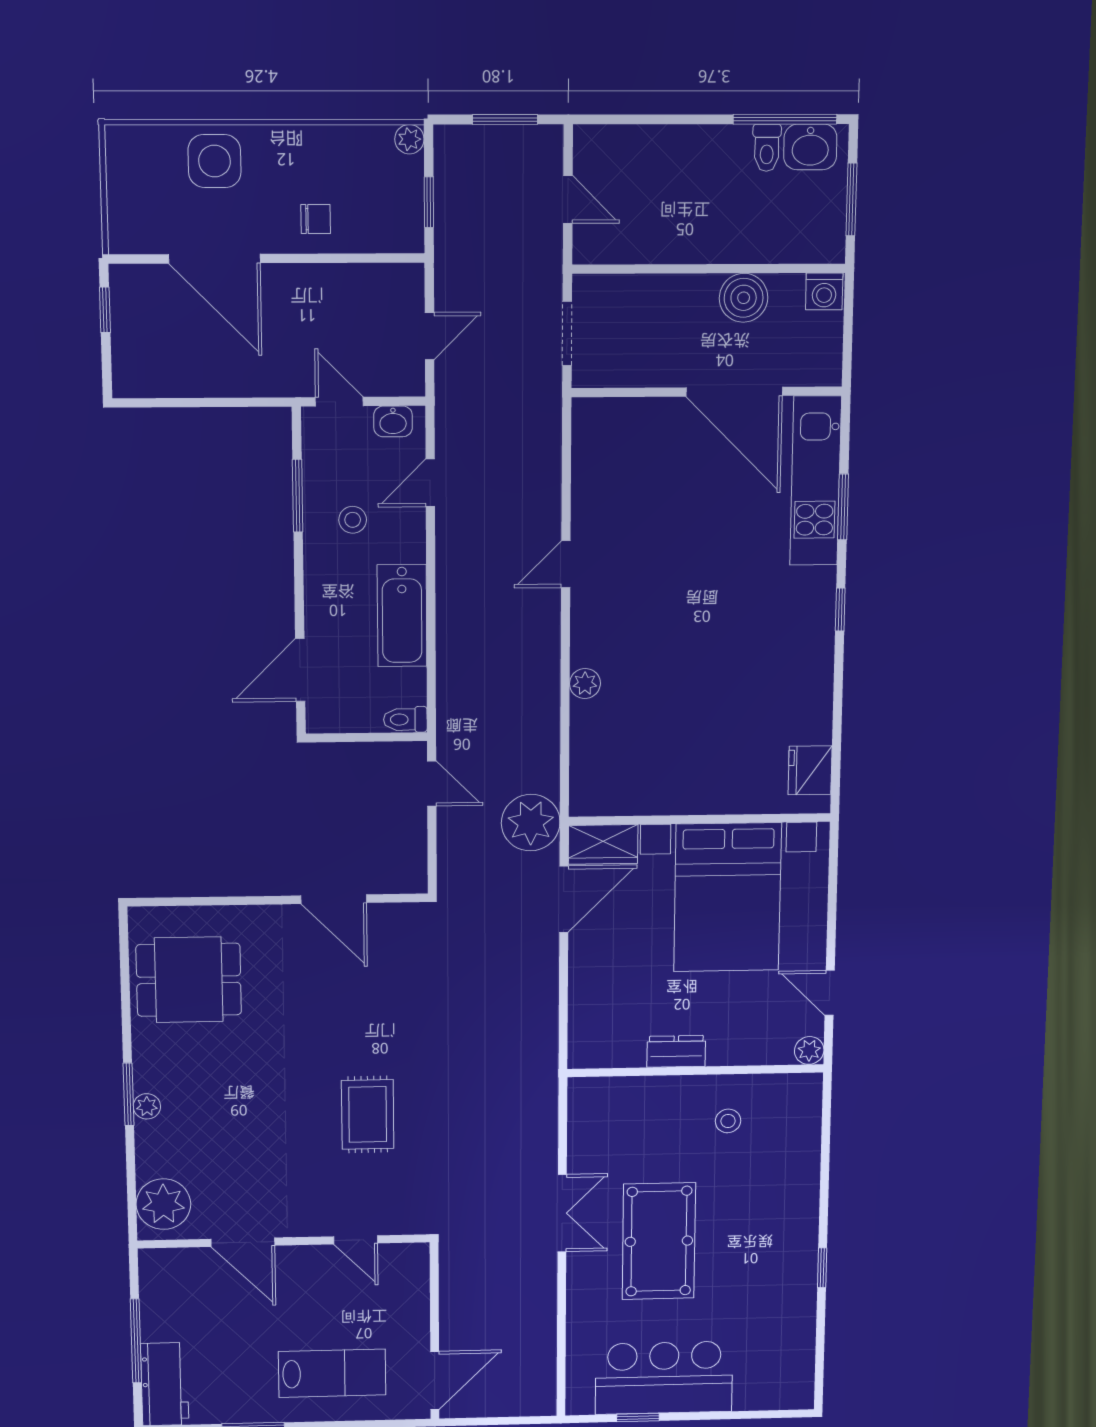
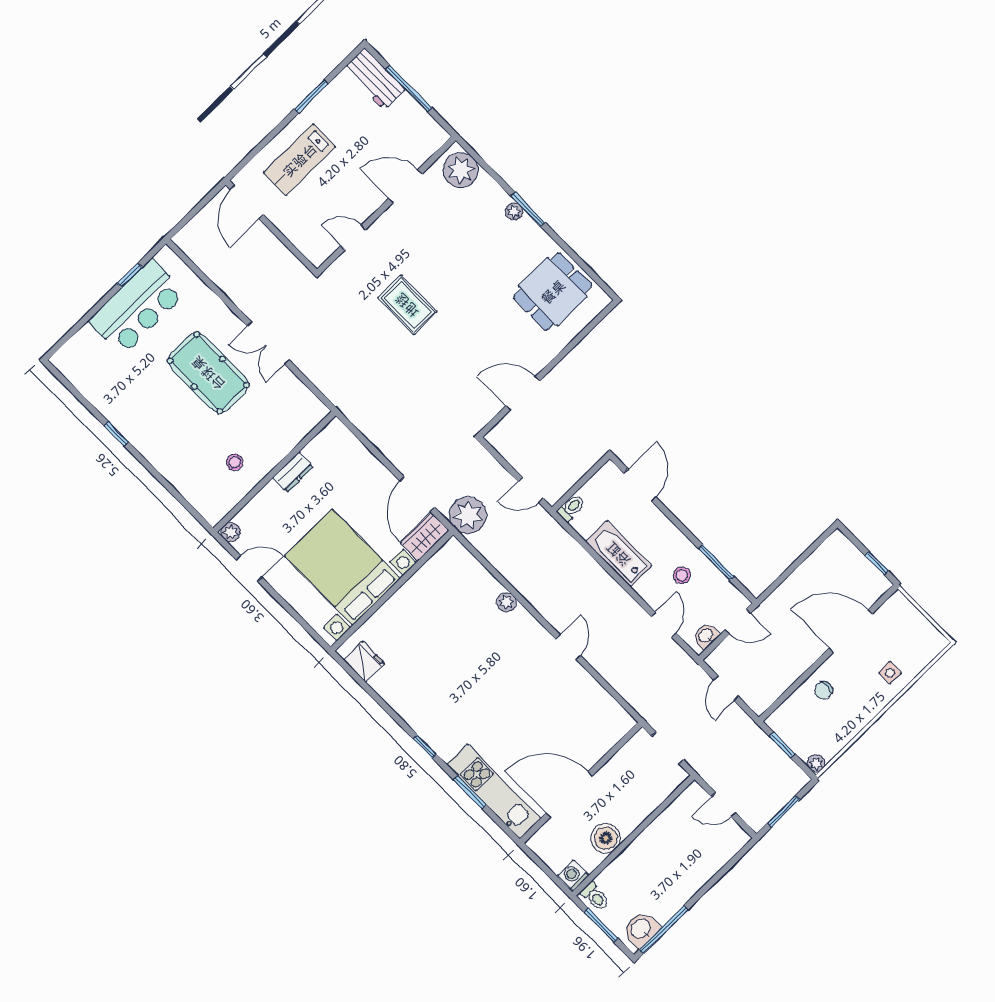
toilet: (767, 148) -> (595, 897), moved, turned 180
side table: (215, 161) -> (890, 673), width x0.54, depth x0.54

